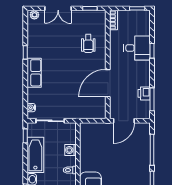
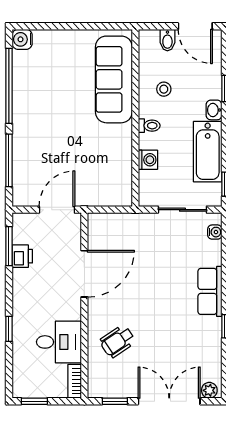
double door: (58, 8) -> (169, 401), width x1.37
wheelchair: (88, 44) -> (117, 341), turned -124
desk: (137, 48) -> (59, 342), moved, turned 180

